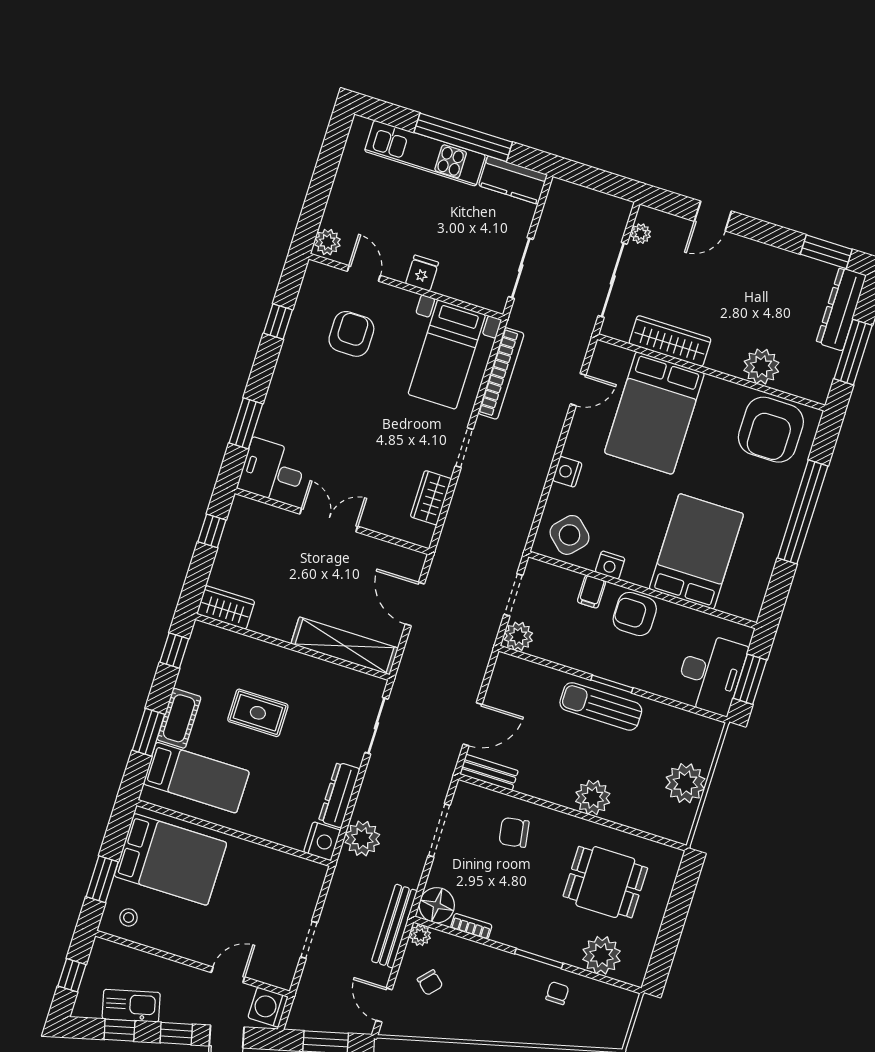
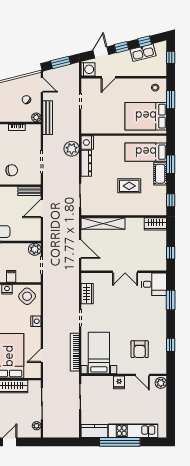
floor lamp: (437, 905) -> (33, 131), removed

